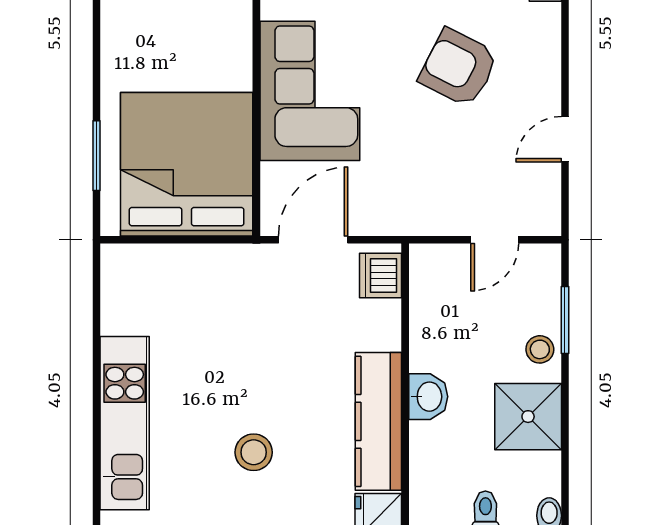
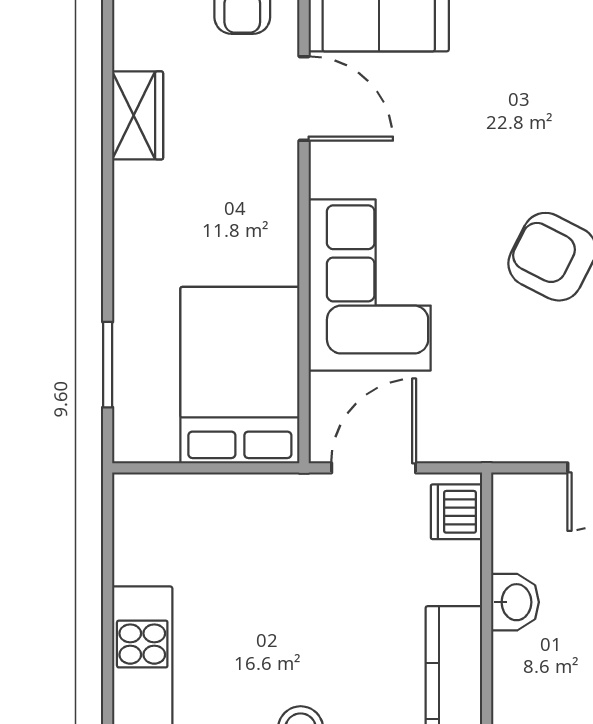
bed: (187, 164) -> (240, 375), width x0.73
washbasin: (428, 397) -> (515, 602), moved

